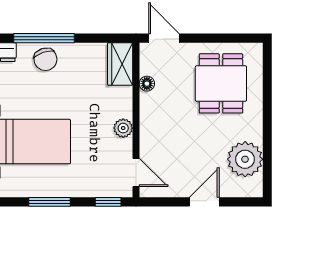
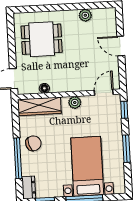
chair: (45, 59) -> (33, 143), moved
wardrobe: (120, 64) -> (39, 106), width x1.50
plant: (245, 159) -> (85, 15), width x0.53, depth x0.53

